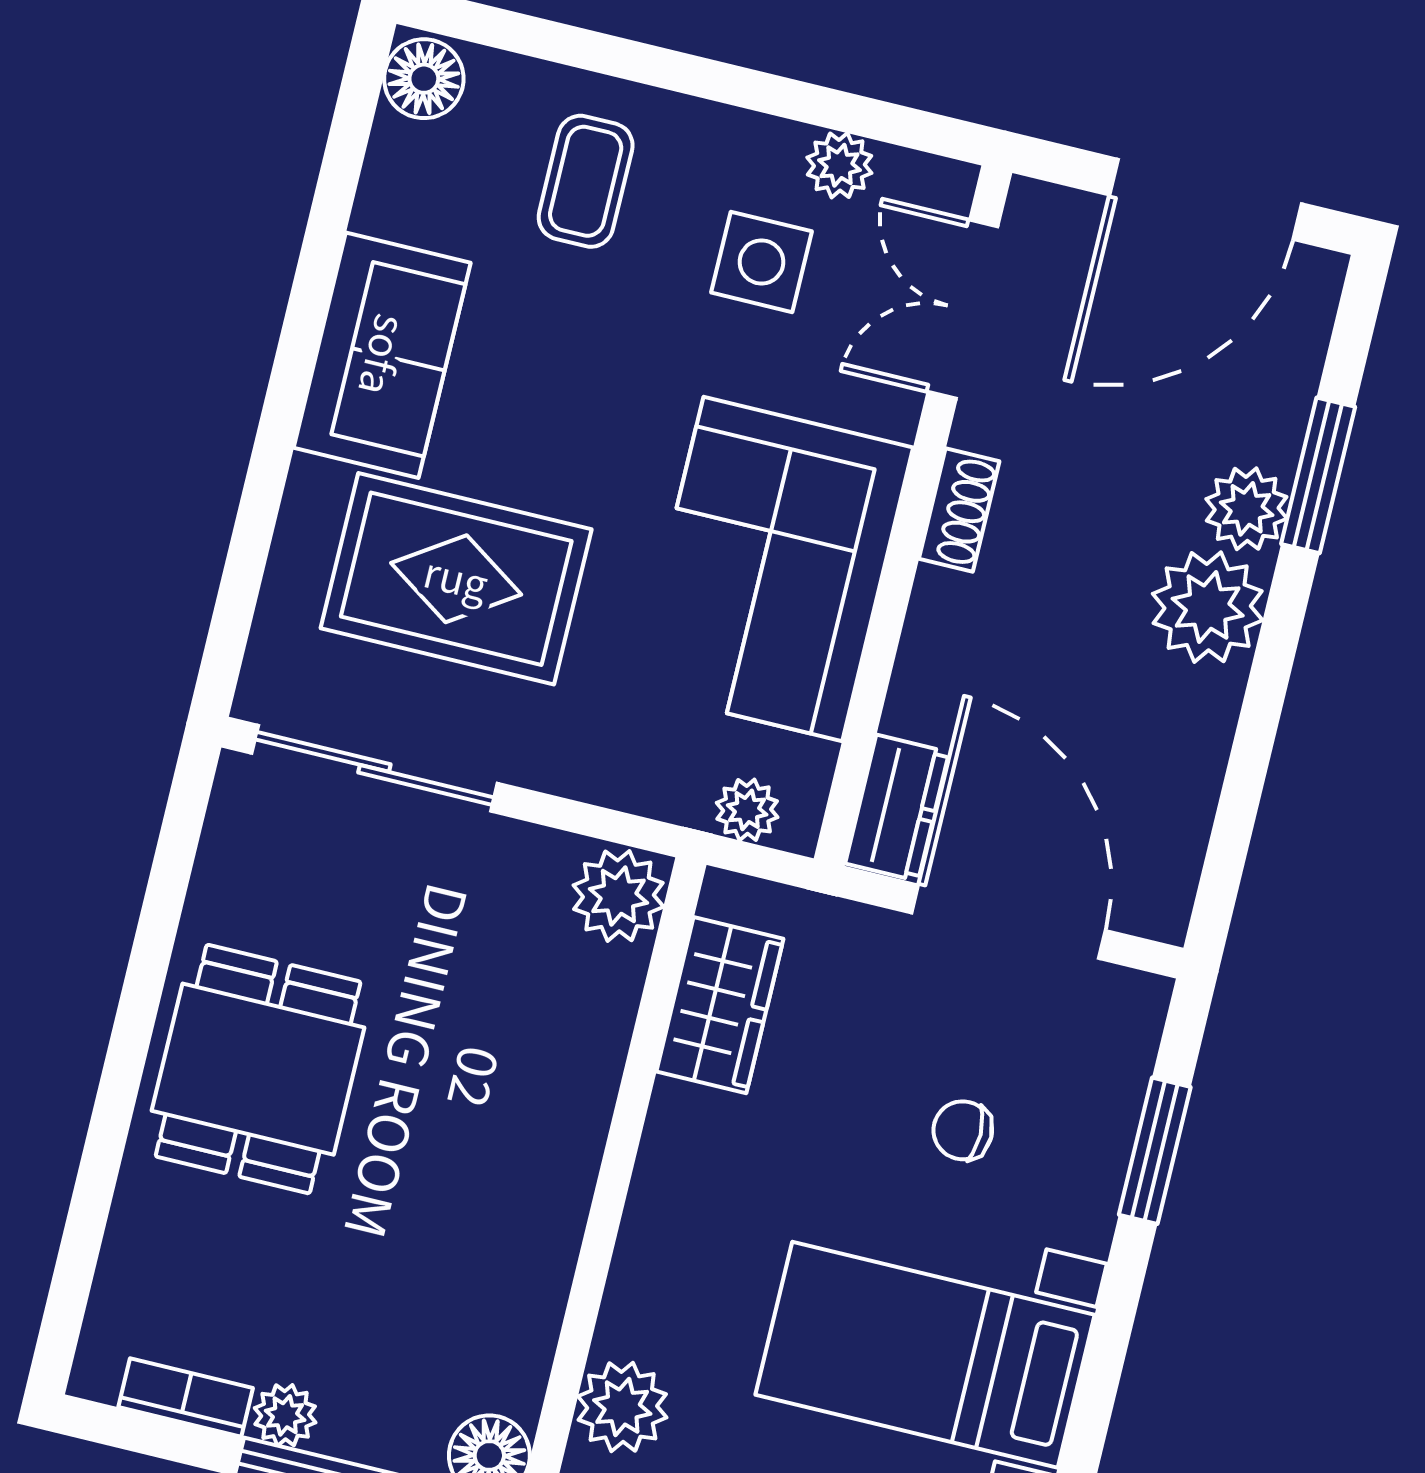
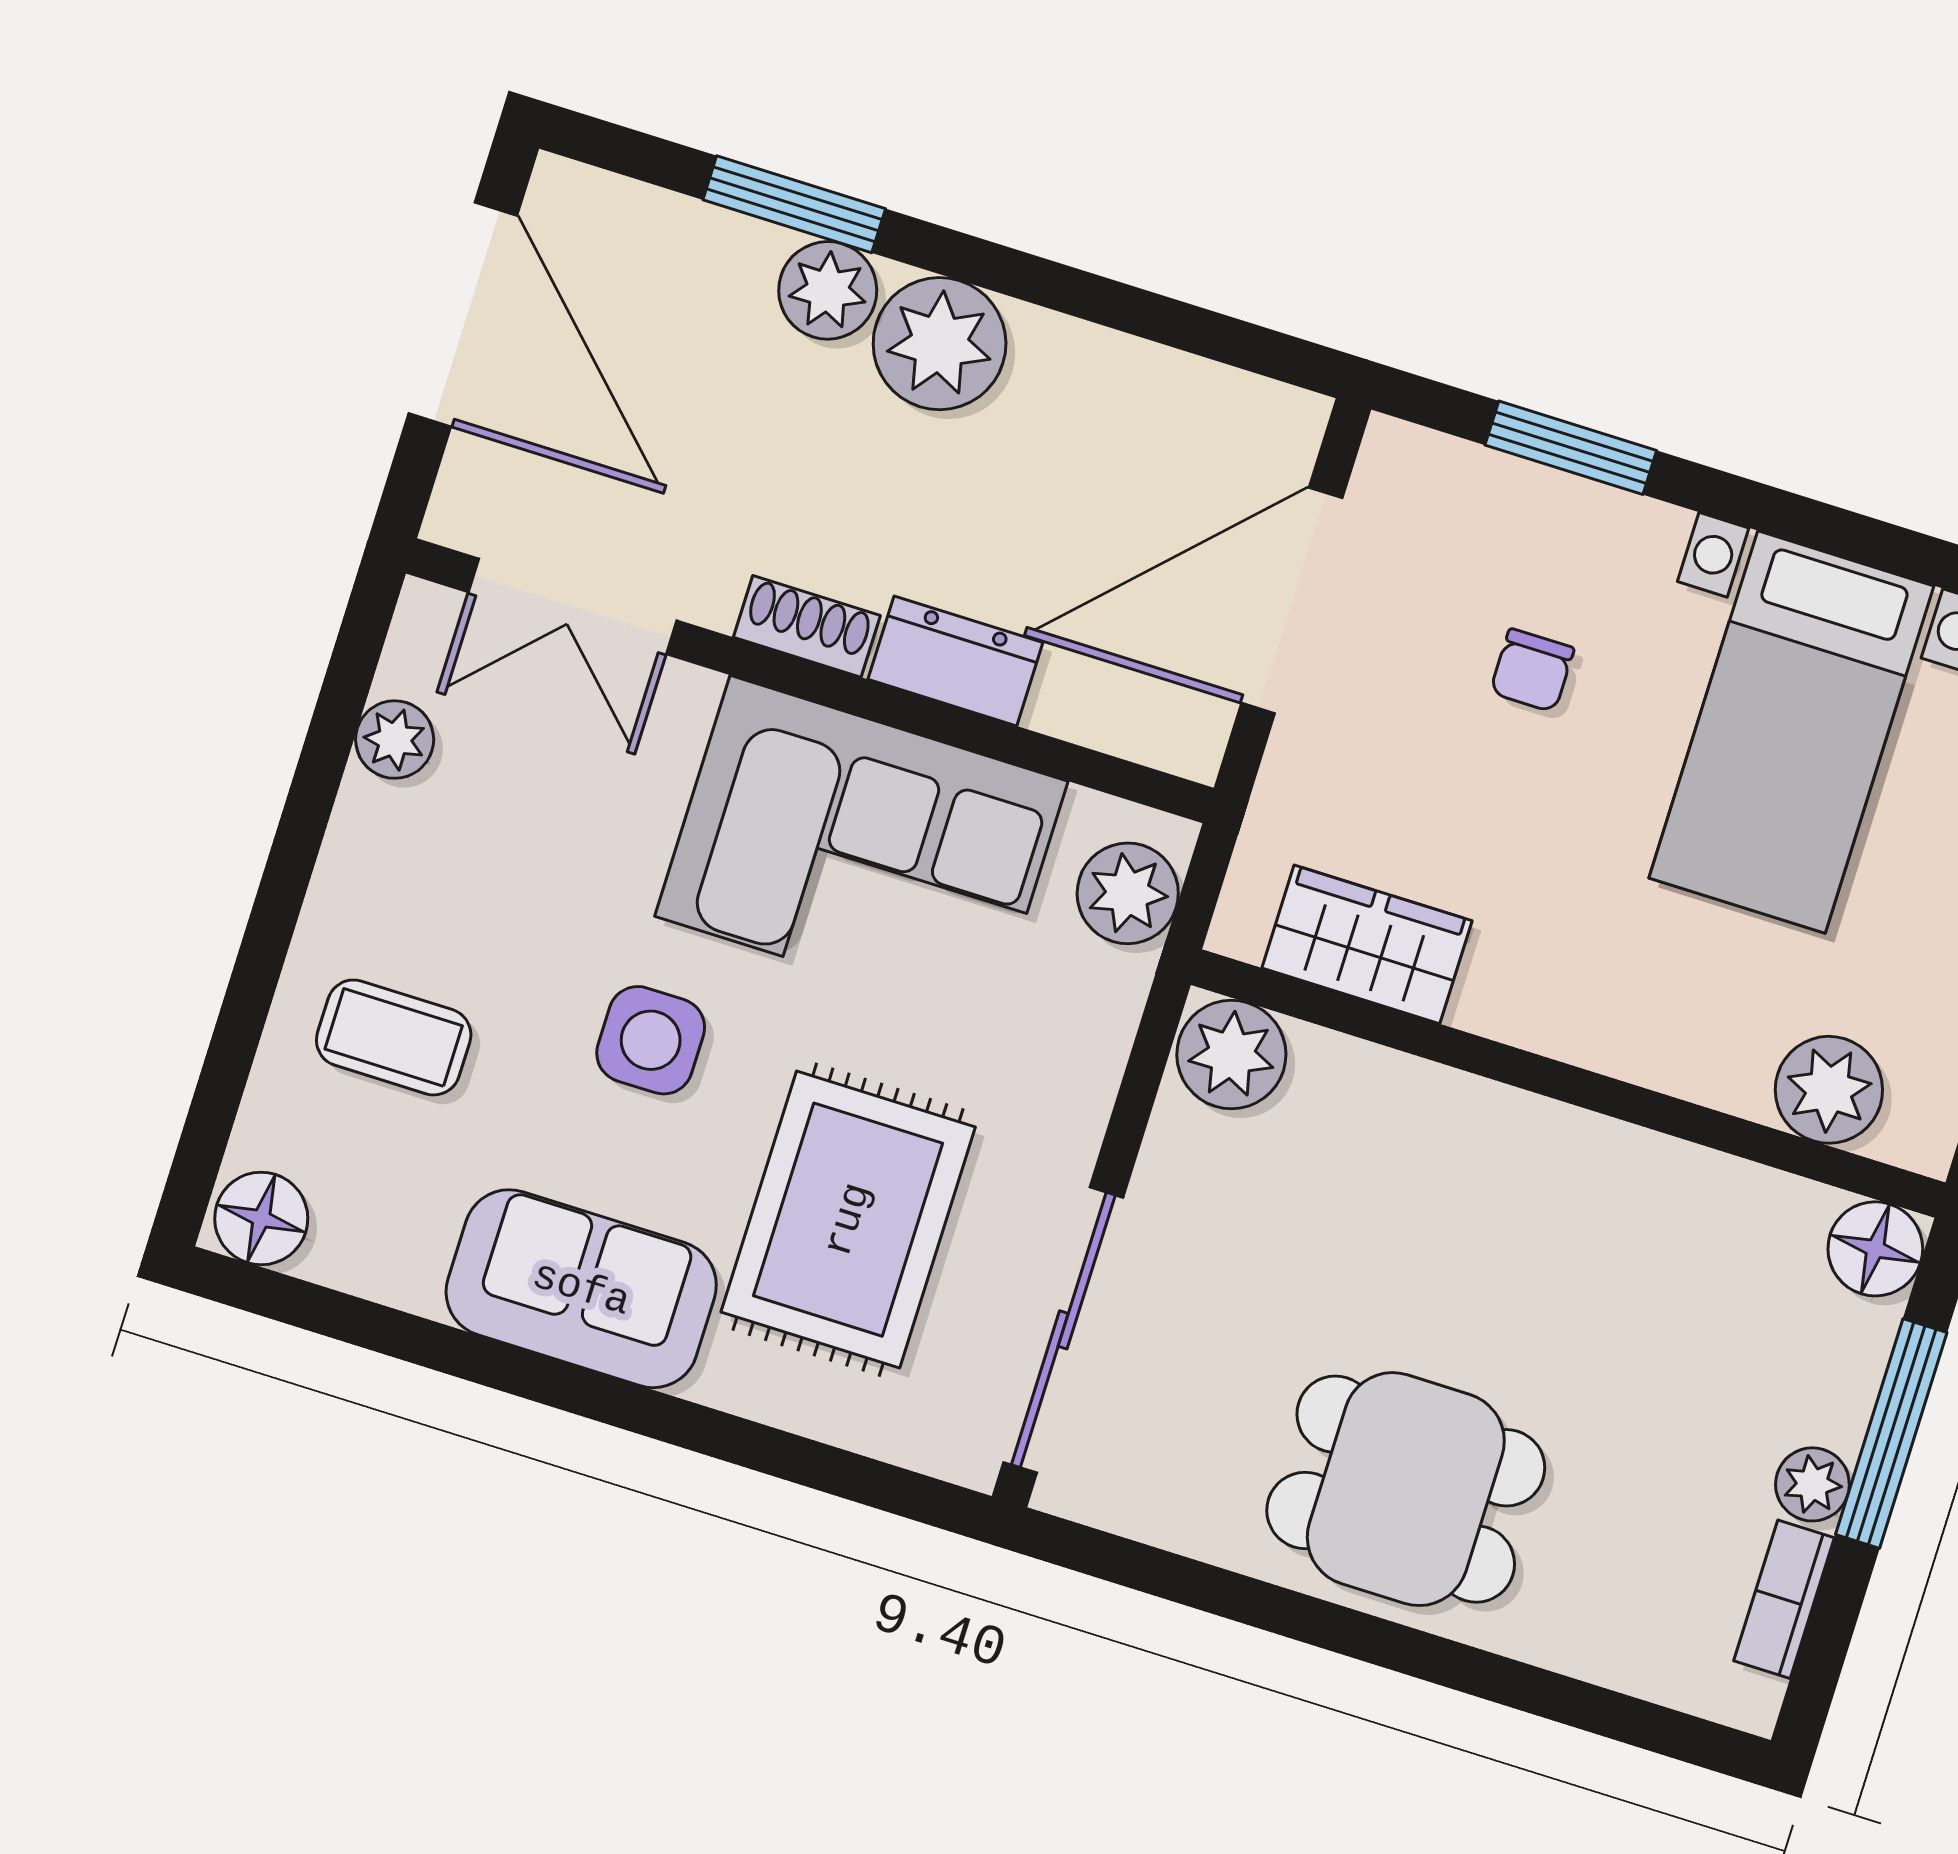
side table: (762, 262) -> (651, 1040), moved
dresser: (897, 808) -> (955, 661), moved
plant: (747, 810) -> (1128, 893), width x1.38, depth x1.38

